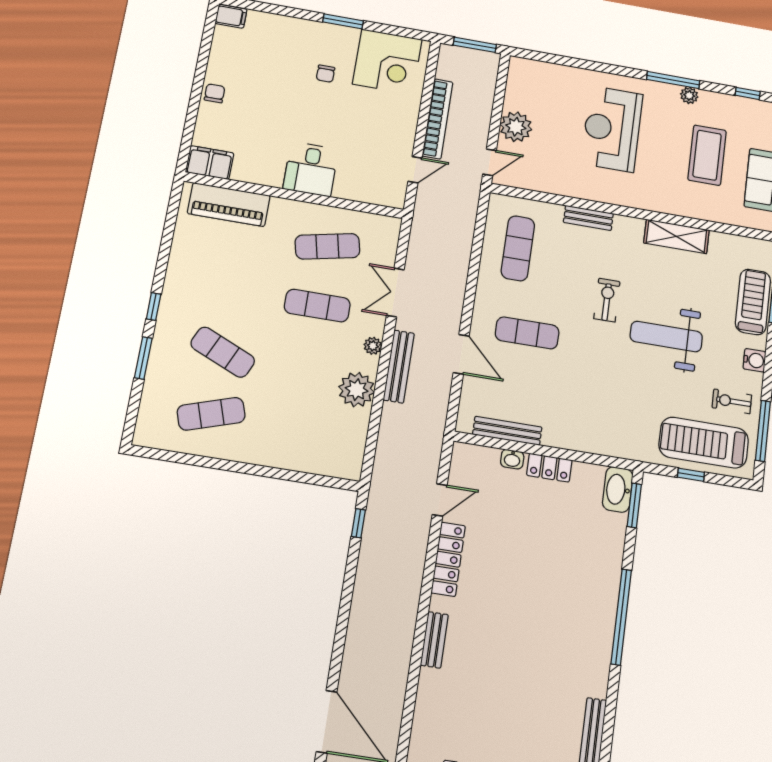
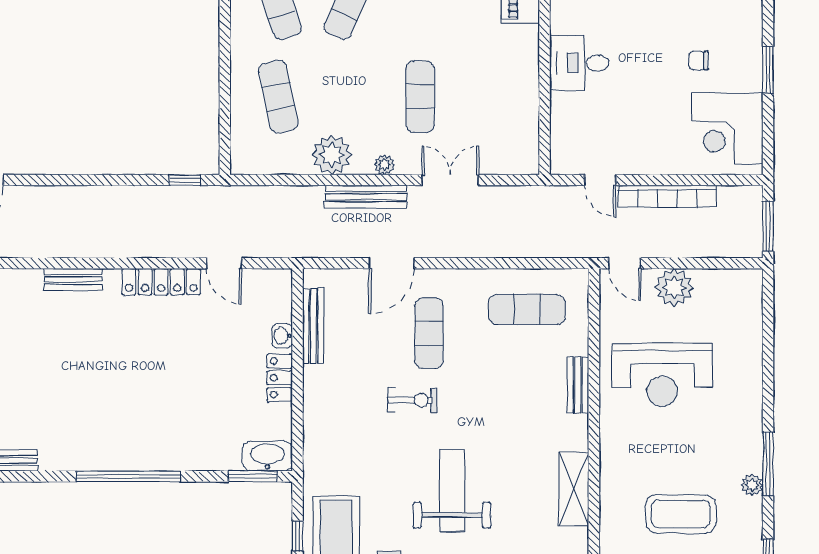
reception desk: (612, 129) -> (662, 375), moved, turned 180
exercise mat: (327, 246) -> (278, 97), moved
exercise bike: (607, 300) -> (412, 400), moved

